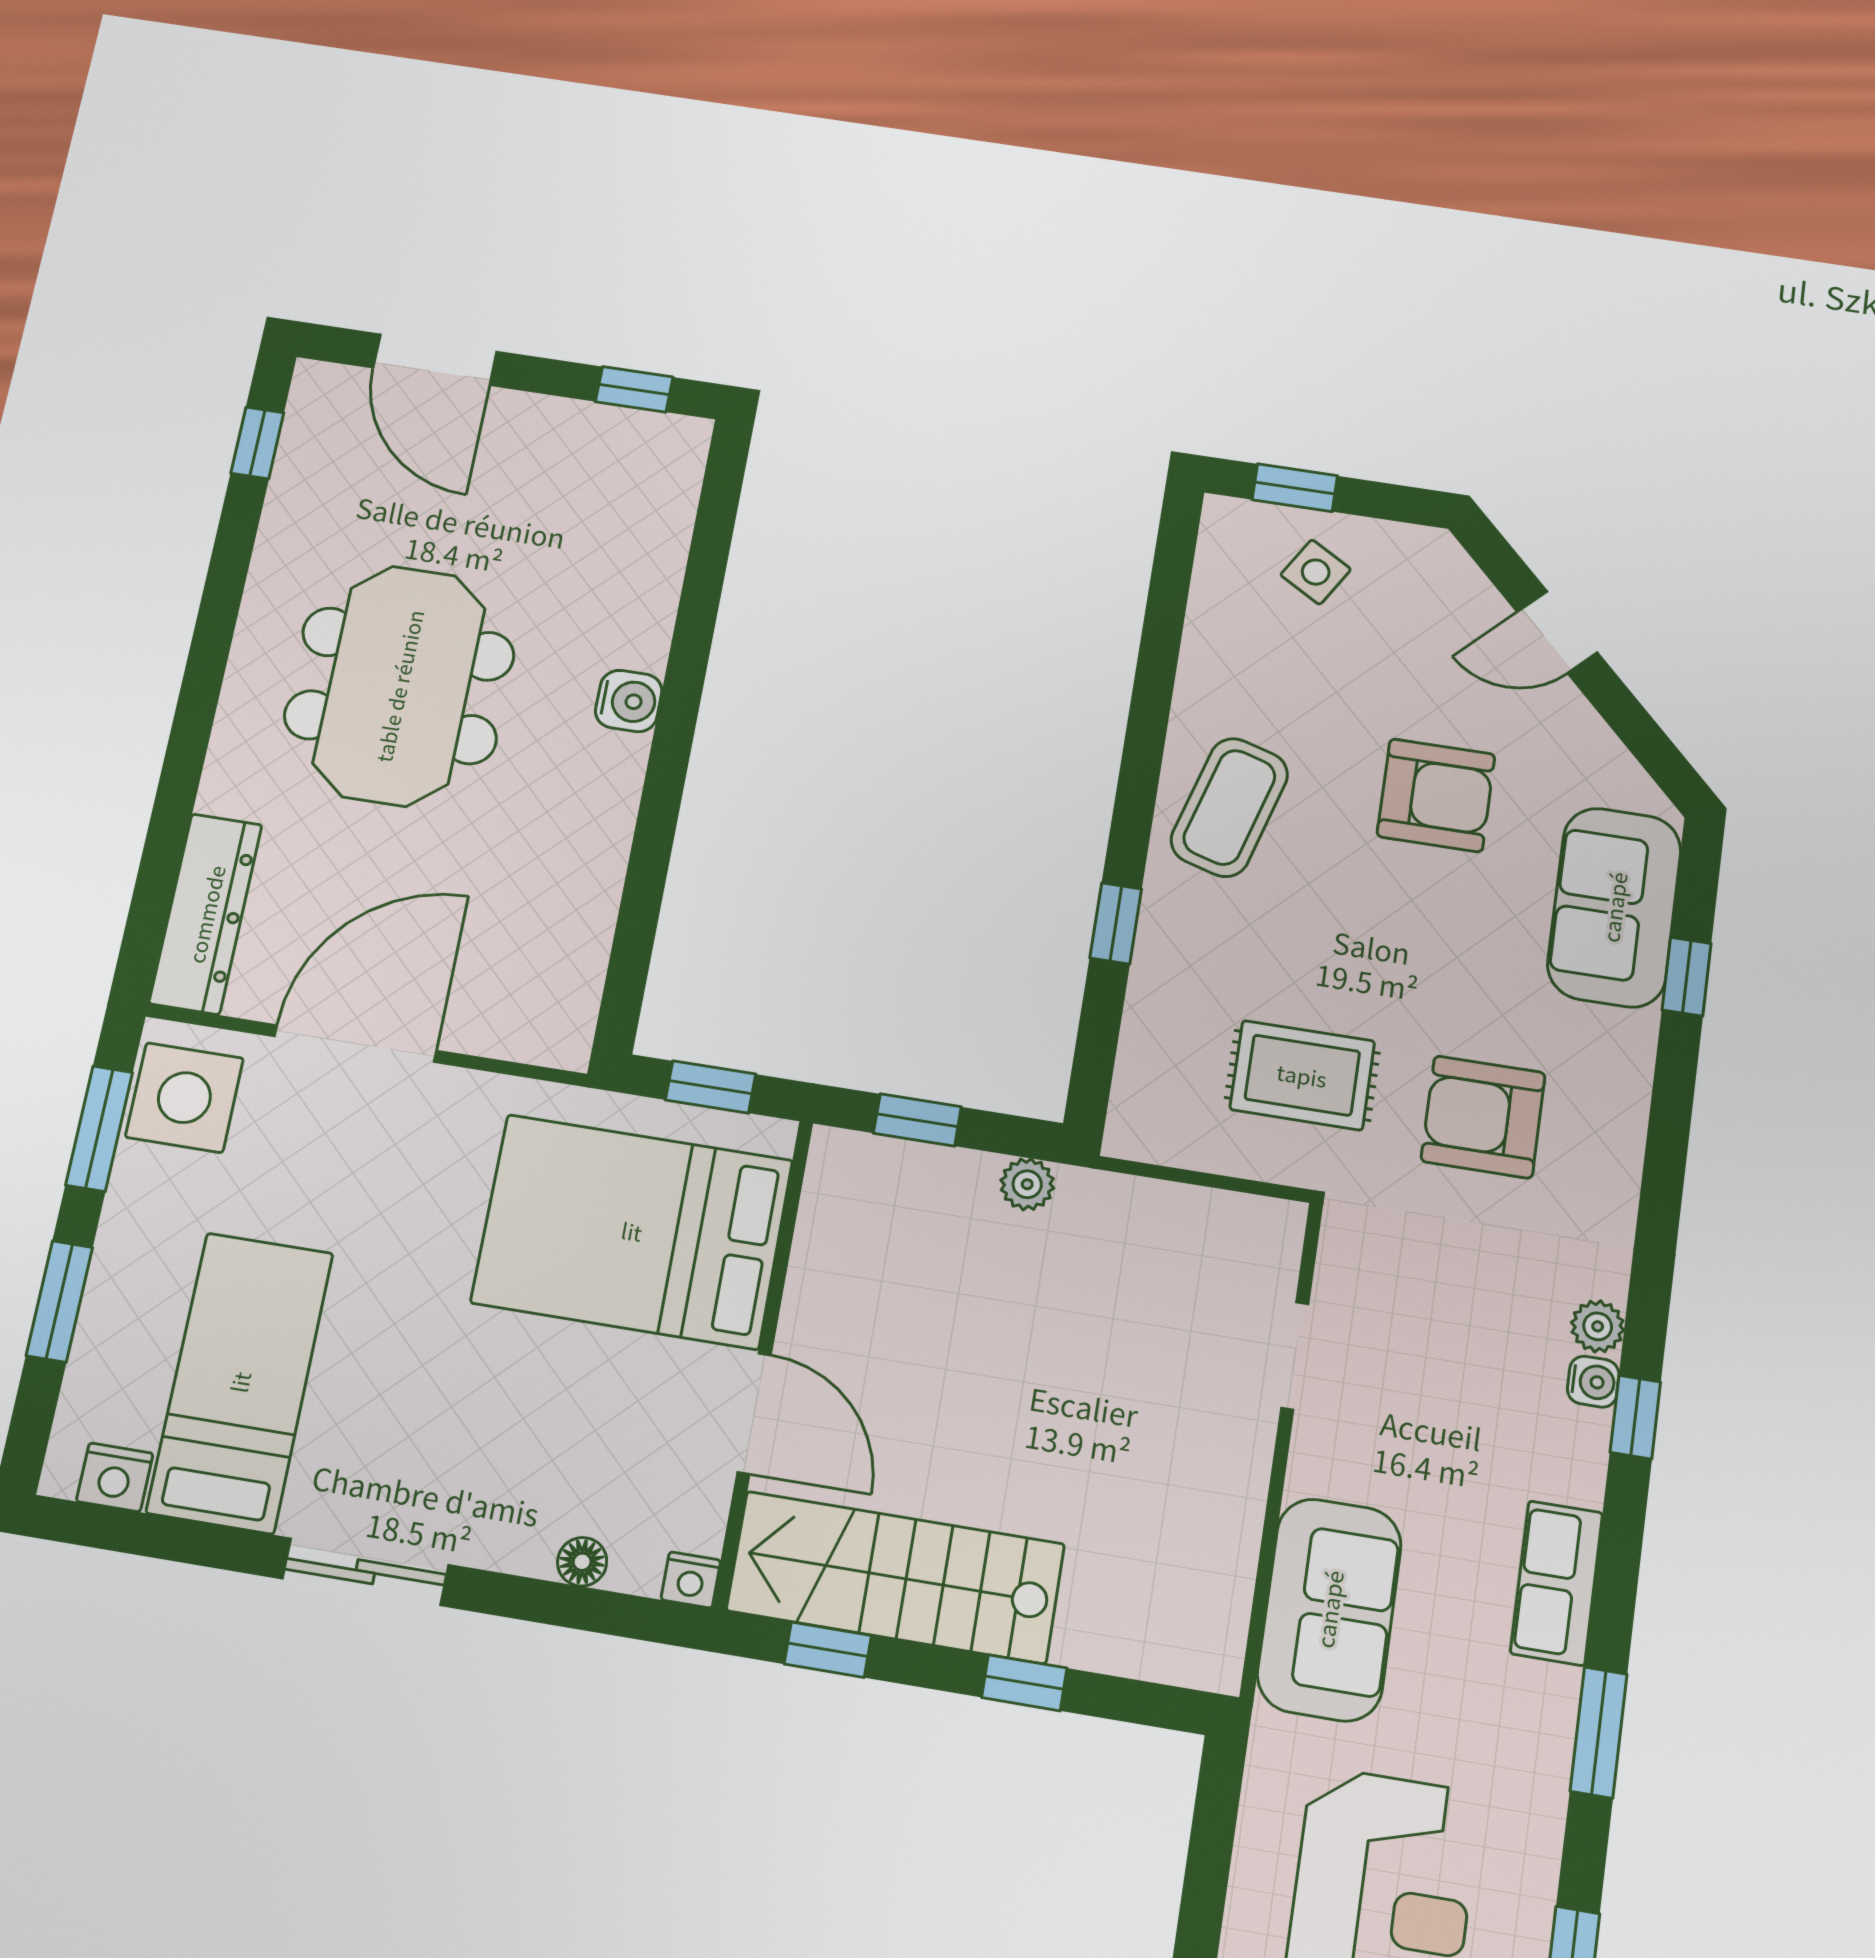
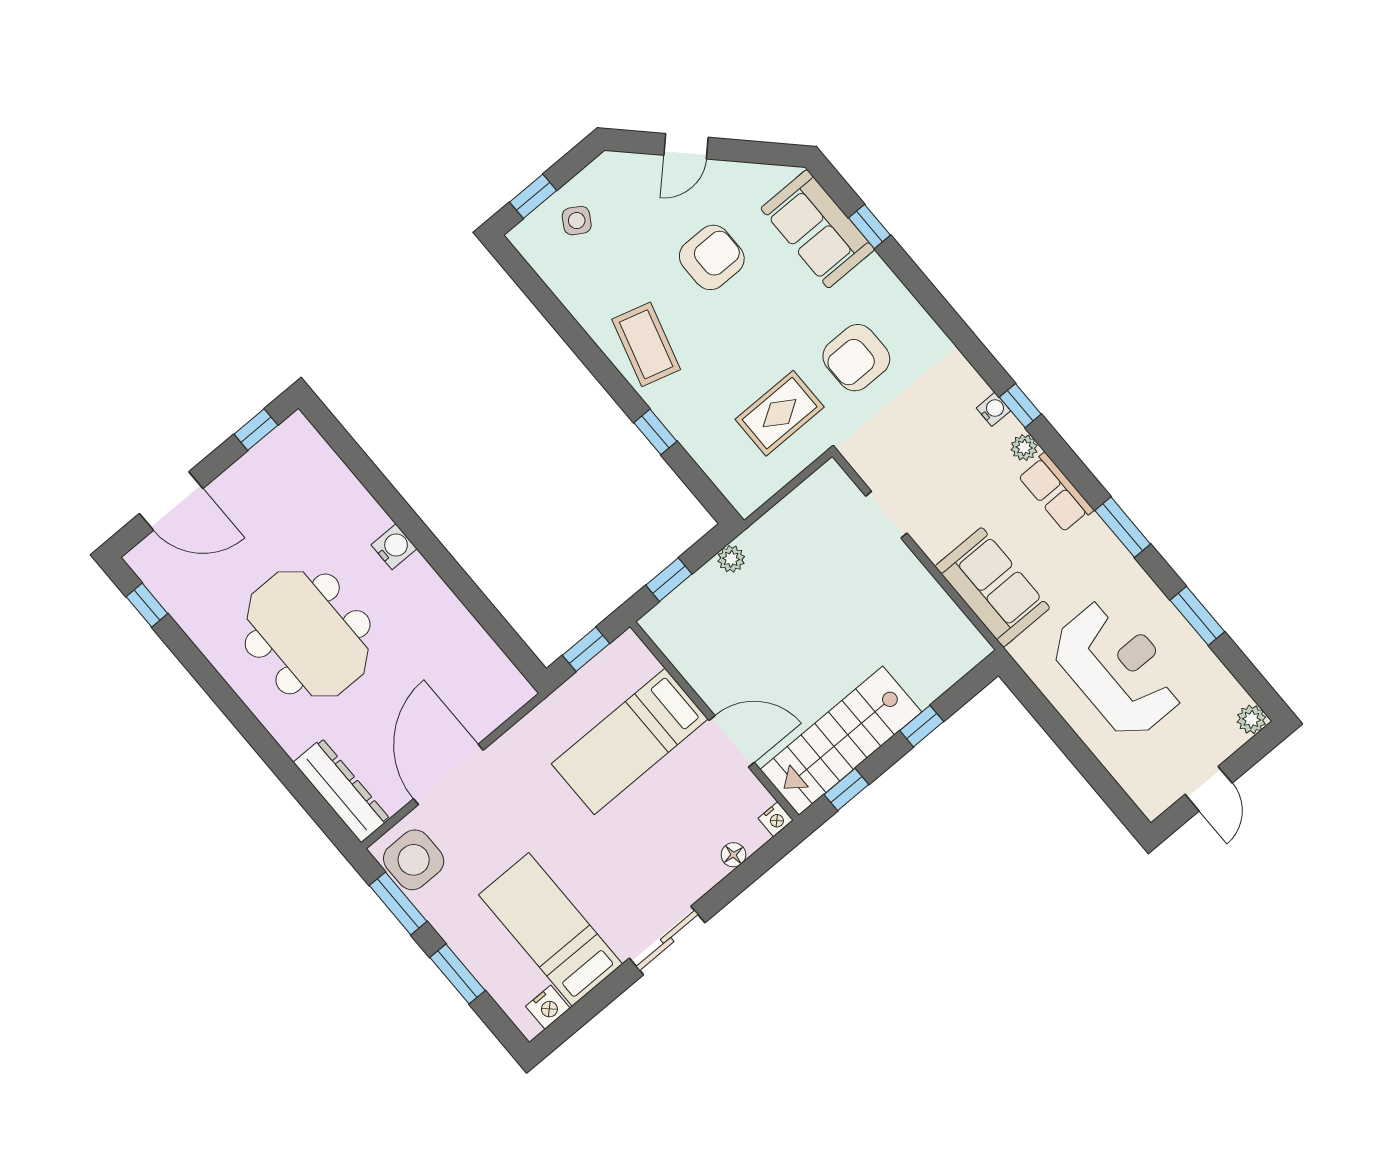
bed: (632, 1231) -> (630, 741), width x0.67
plant: (1598, 1326) -> (1024, 447), moved

